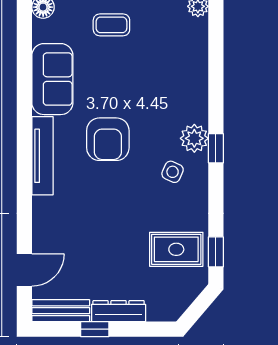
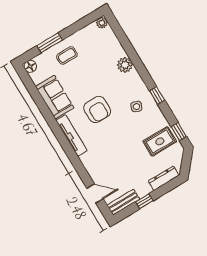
plant: (194, 138) -> (125, 65), moved
window: (216, 148) -> (157, 96), moved
door: (24, 270) -> (95, 193), hinge flipped
dresser: (119, 311) -> (164, 178), moved

